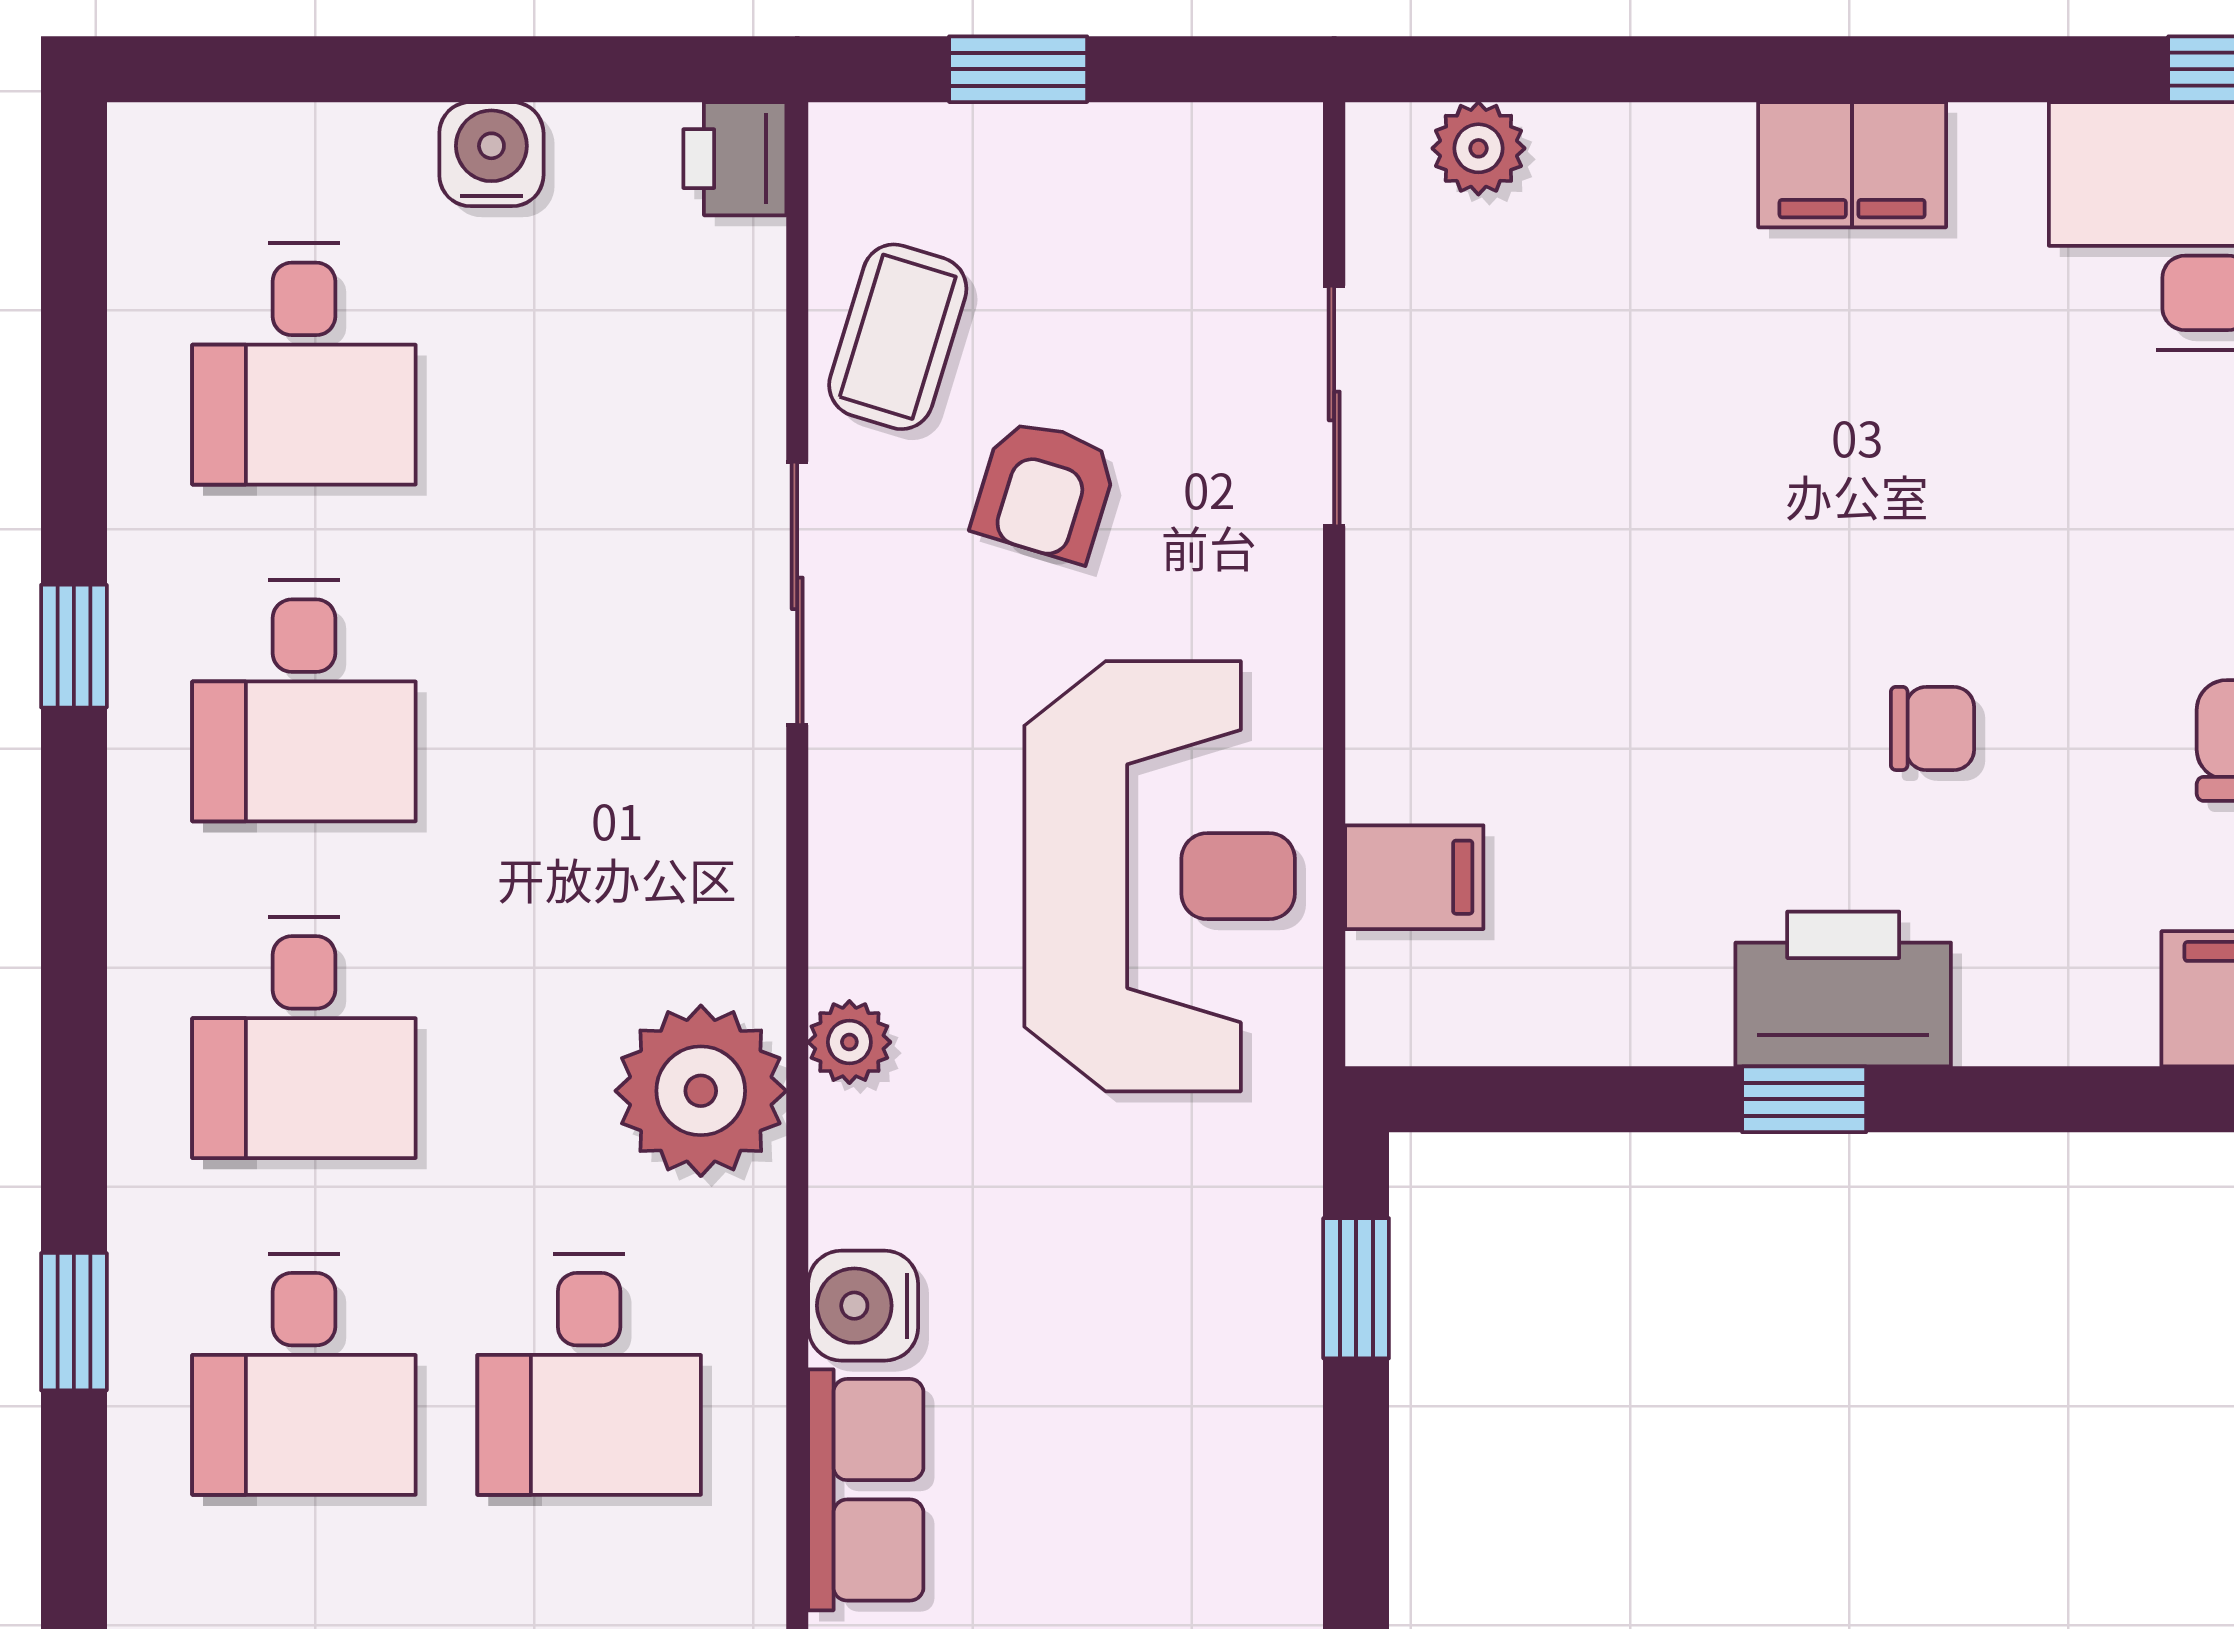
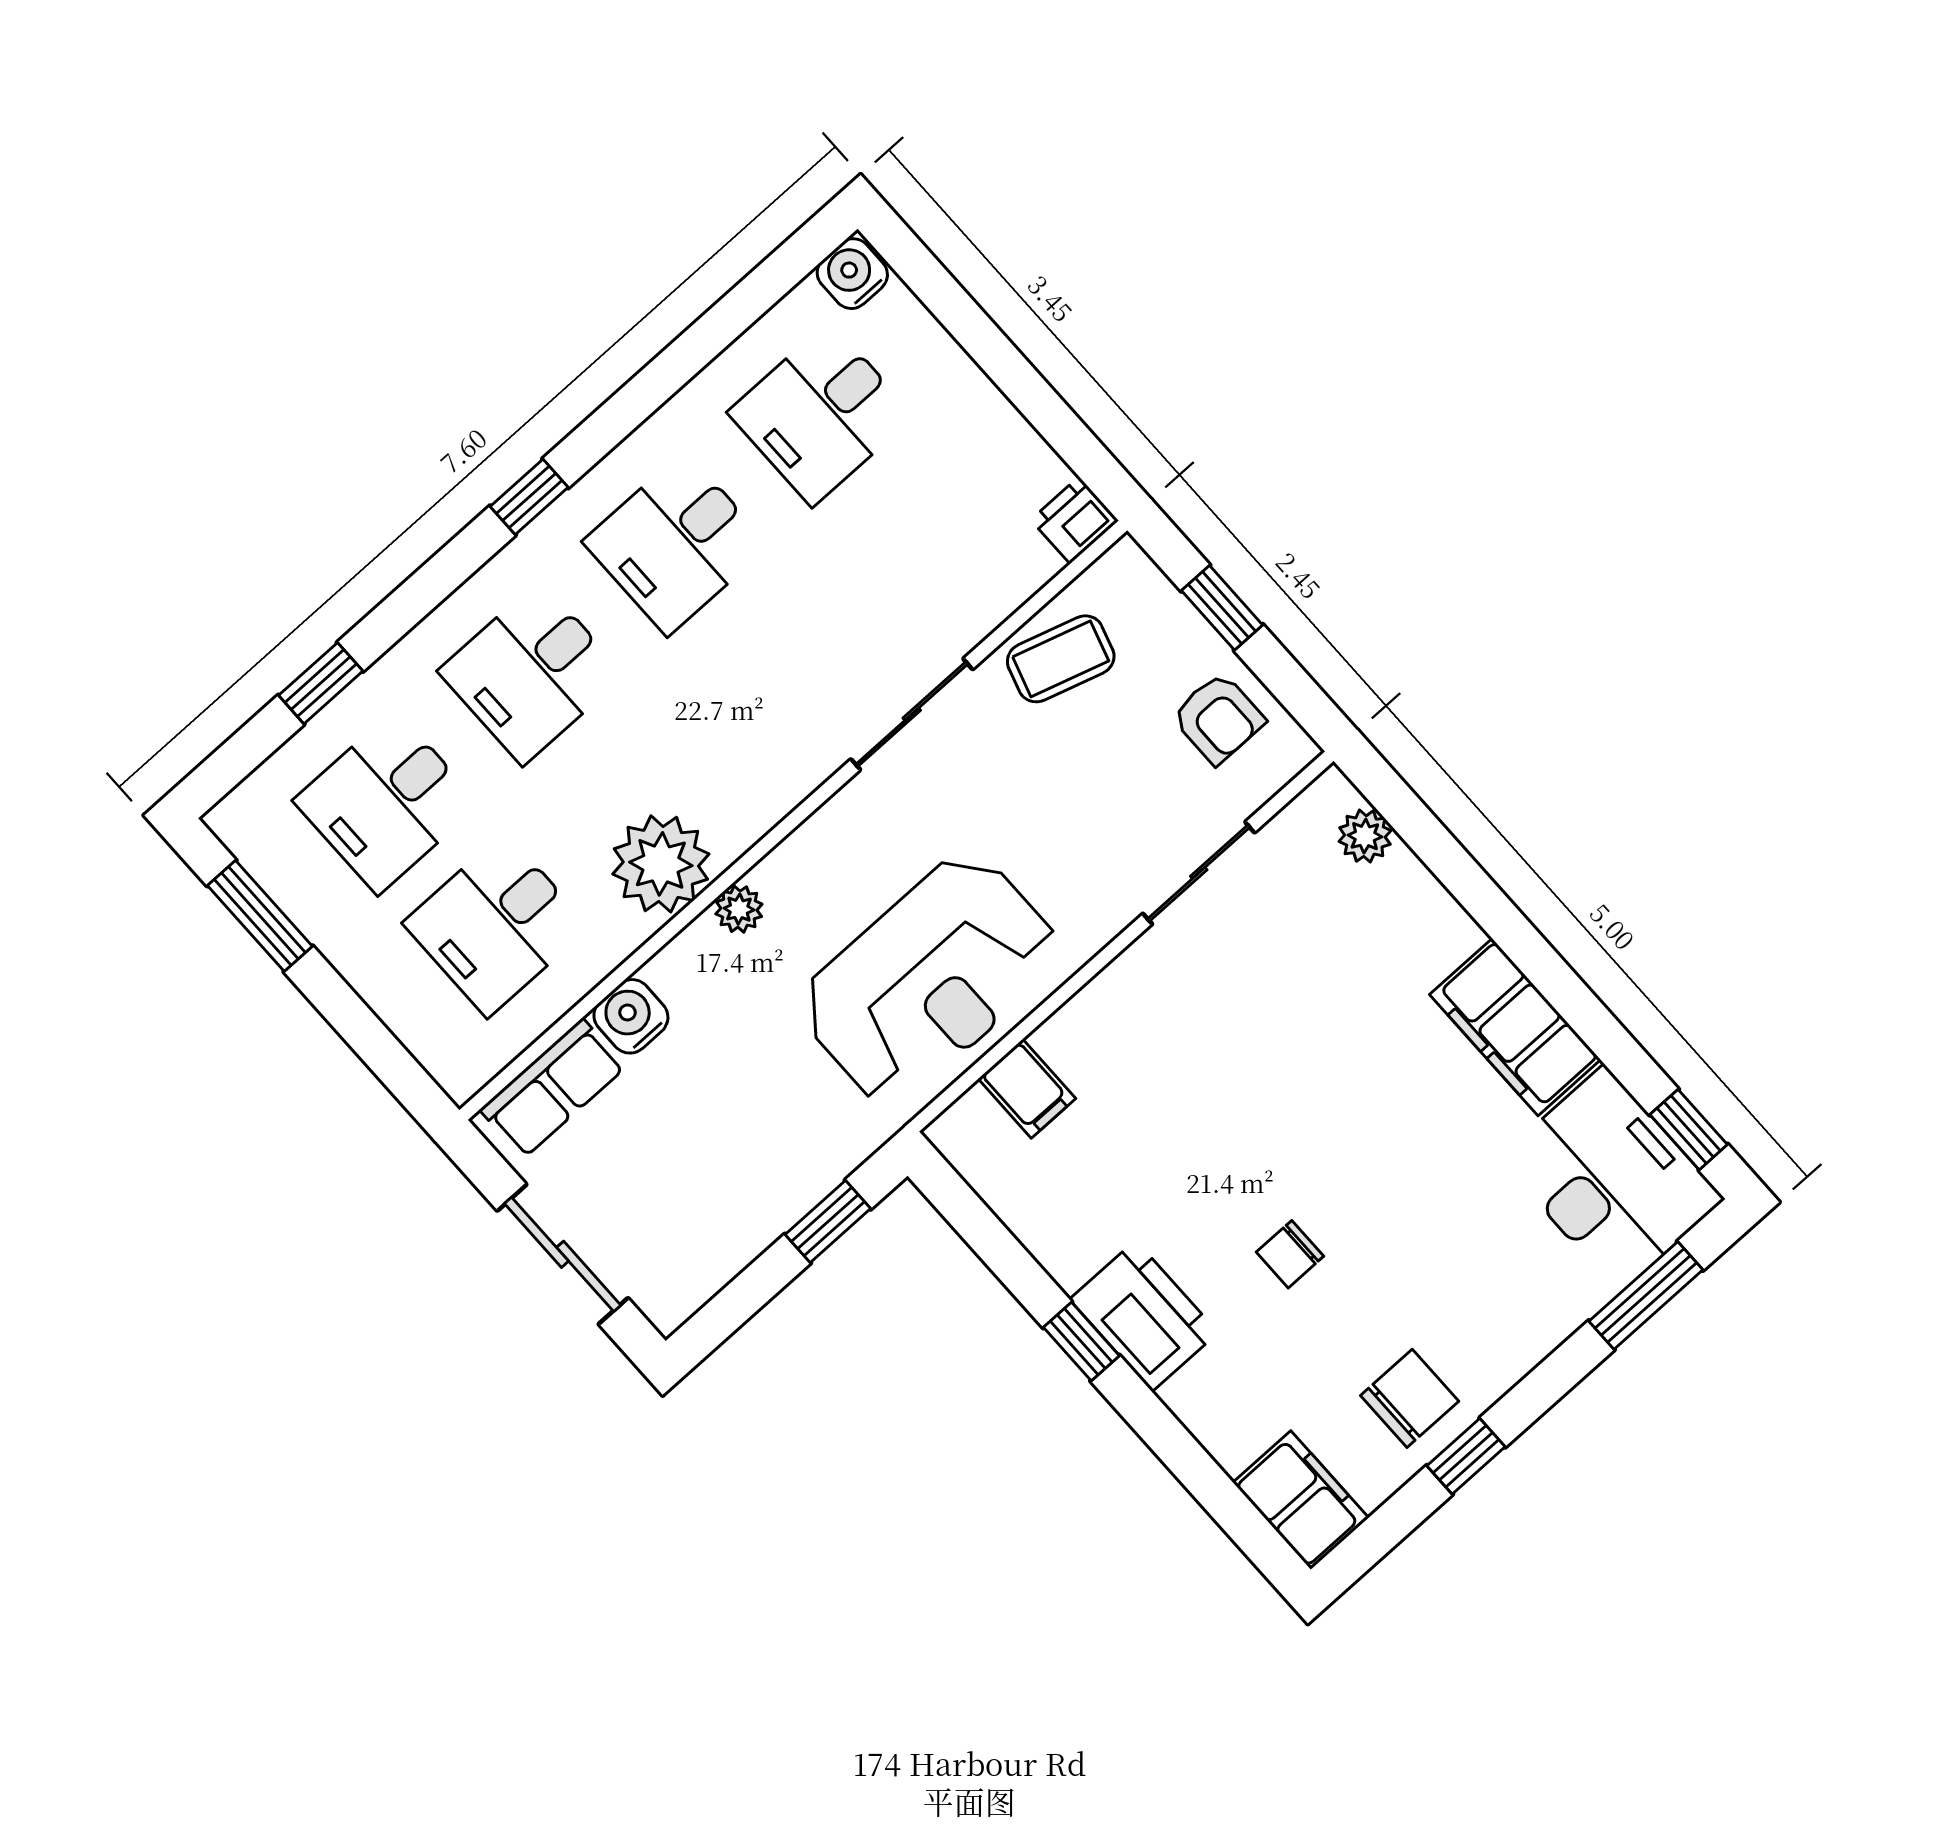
water cooler: (491, 154) -> (852, 274), moved, turned -90
filing cabinet: (1852, 165) -> (1515, 1027), width x1.50, depth x1.17
armchair: (1045, 490) -> (1218, 718), moved, turned -107
window: (74, 646) -> (529, 497), moved
chair: (1932, 728) -> (1290, 1254), turned 90

